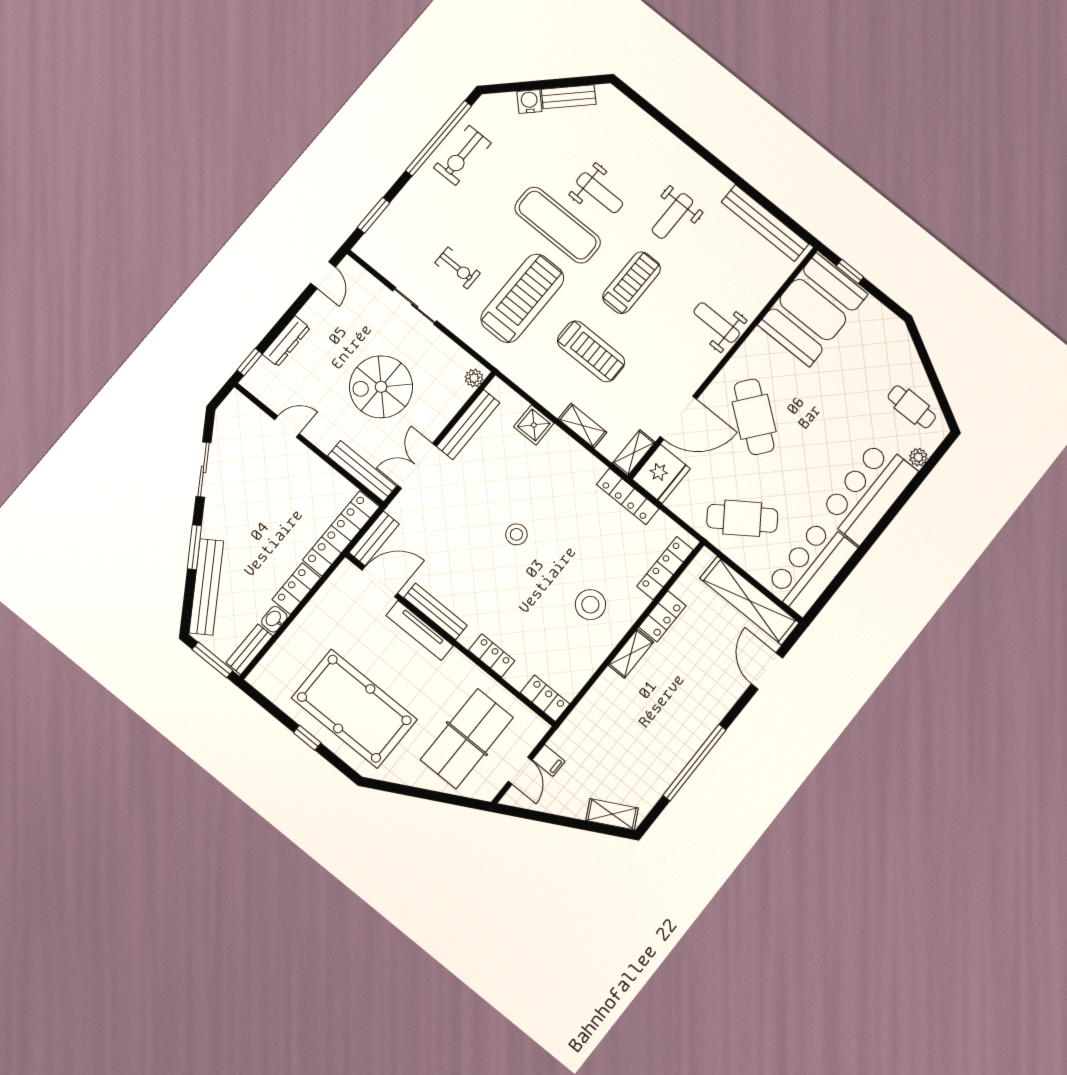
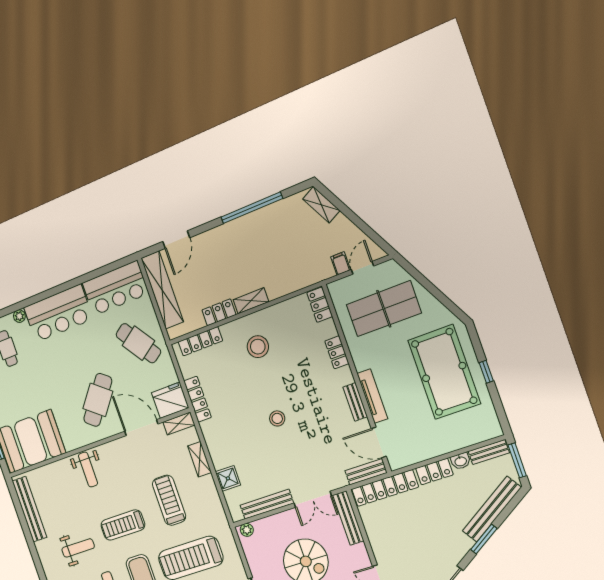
bench: (436, 611) -> (355, 402), width x0.73

